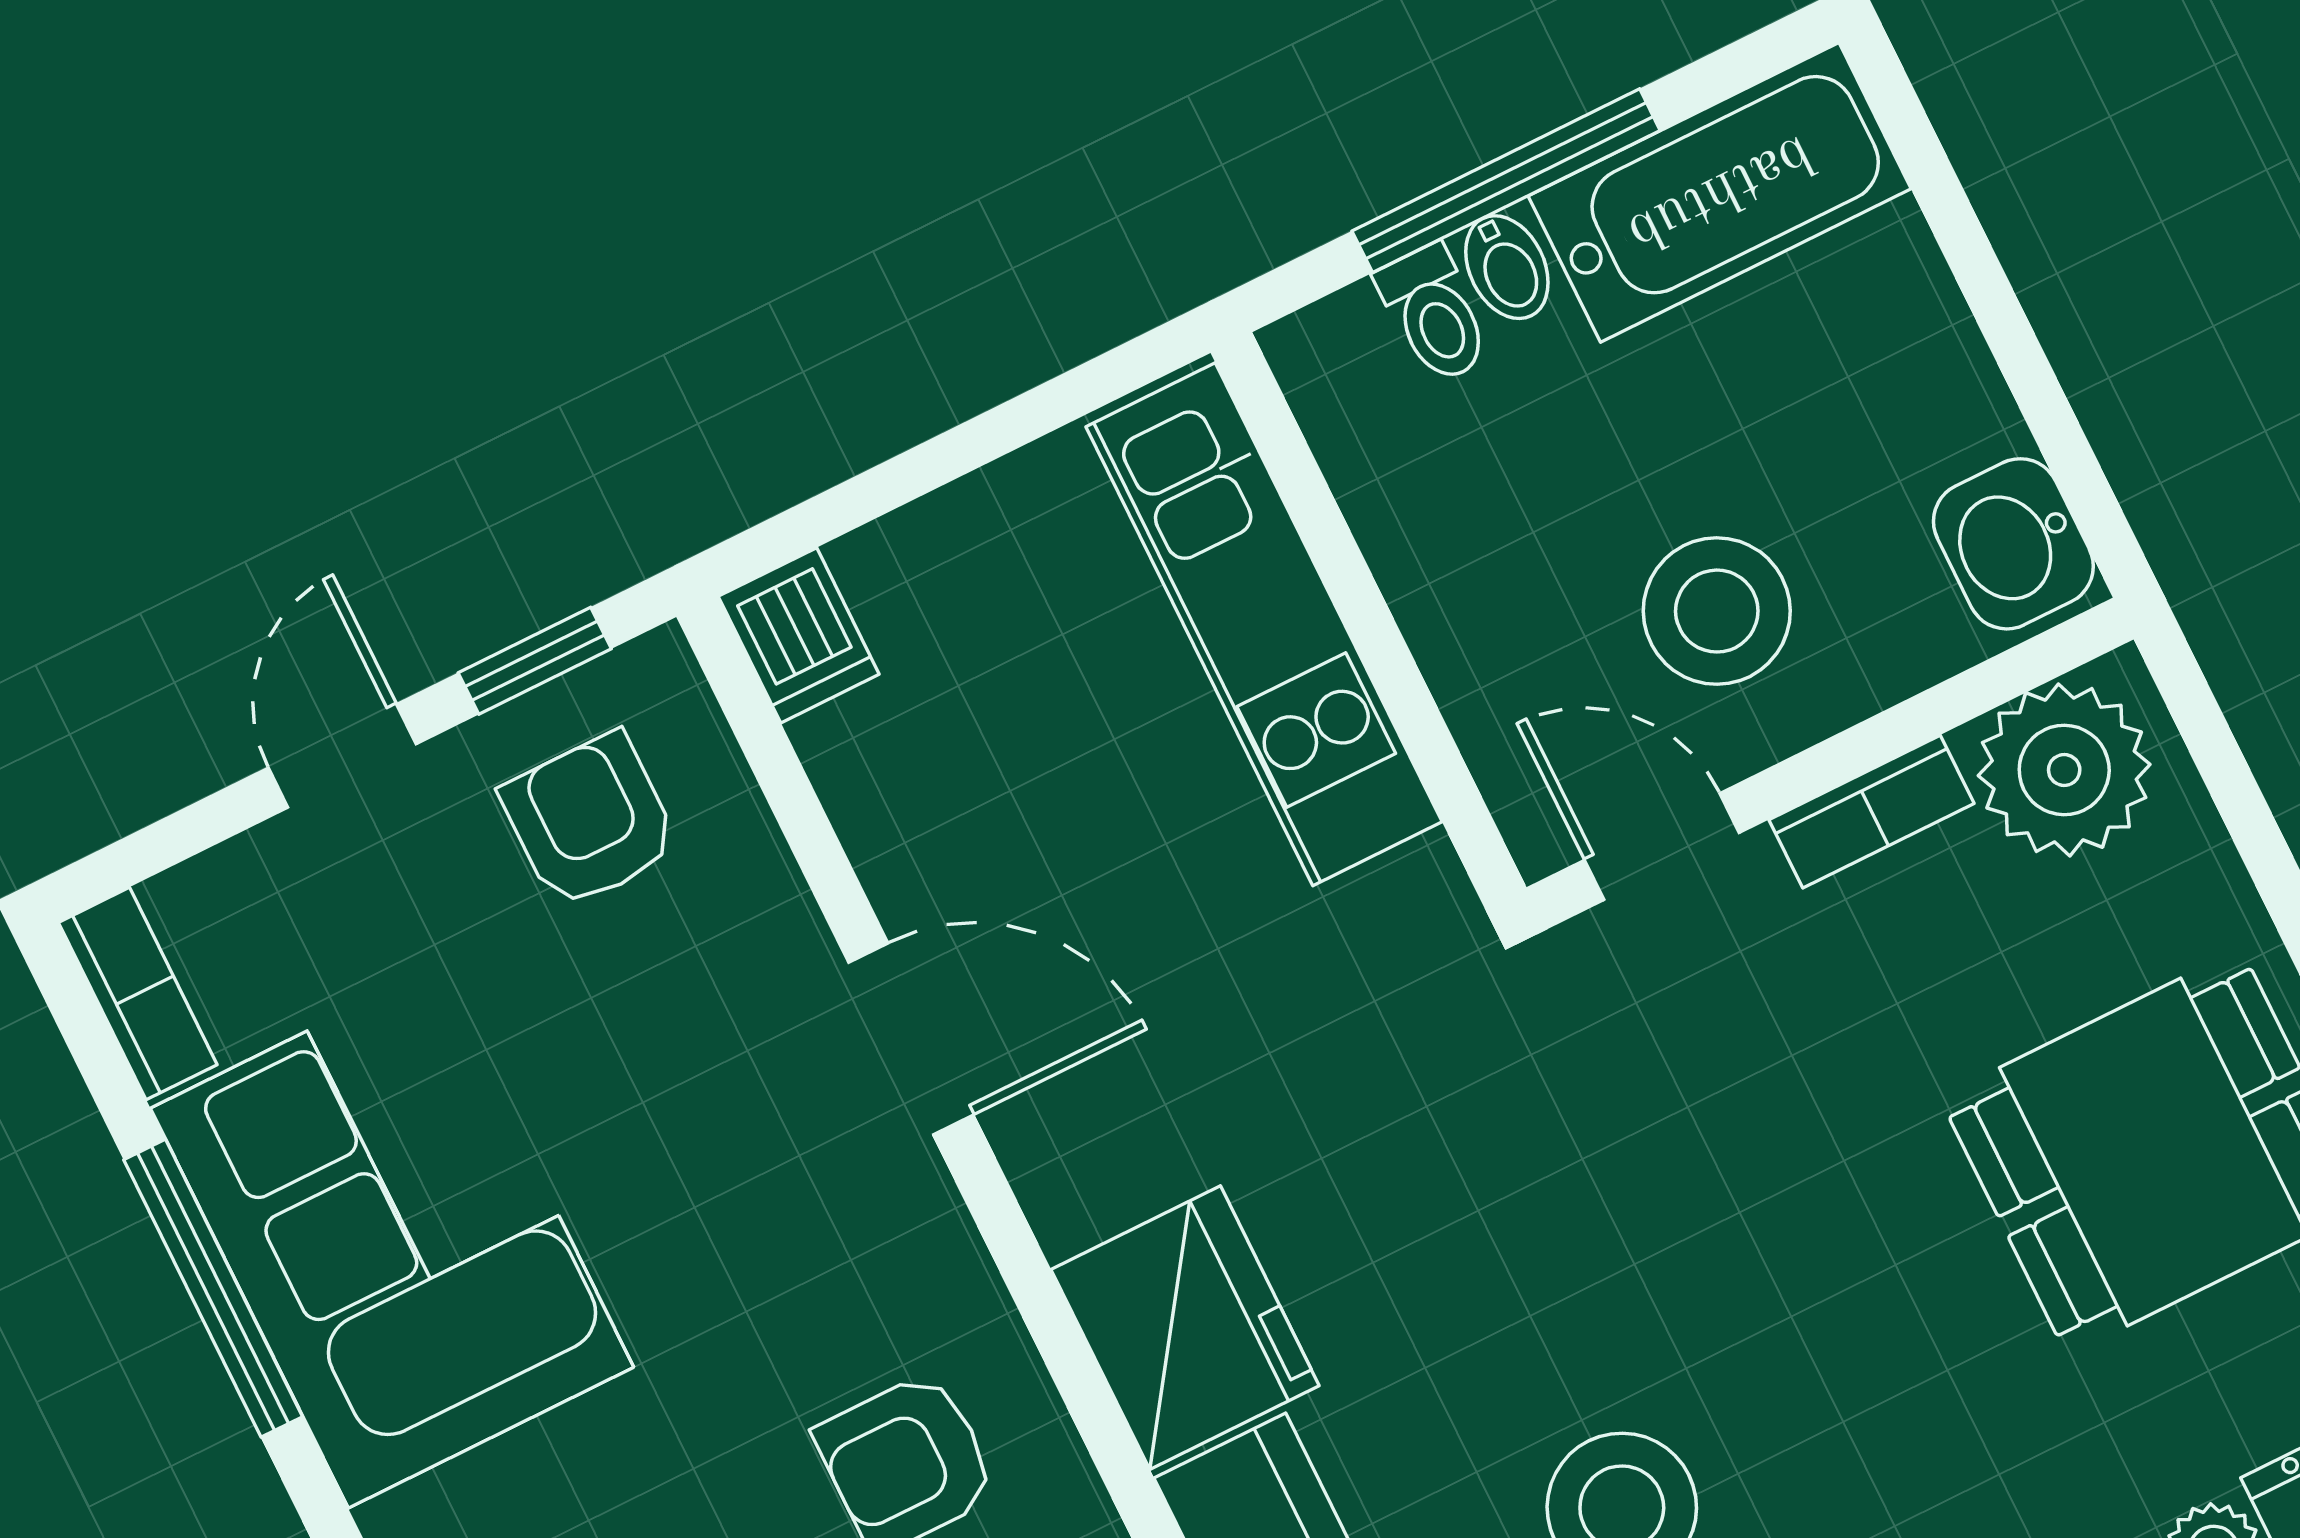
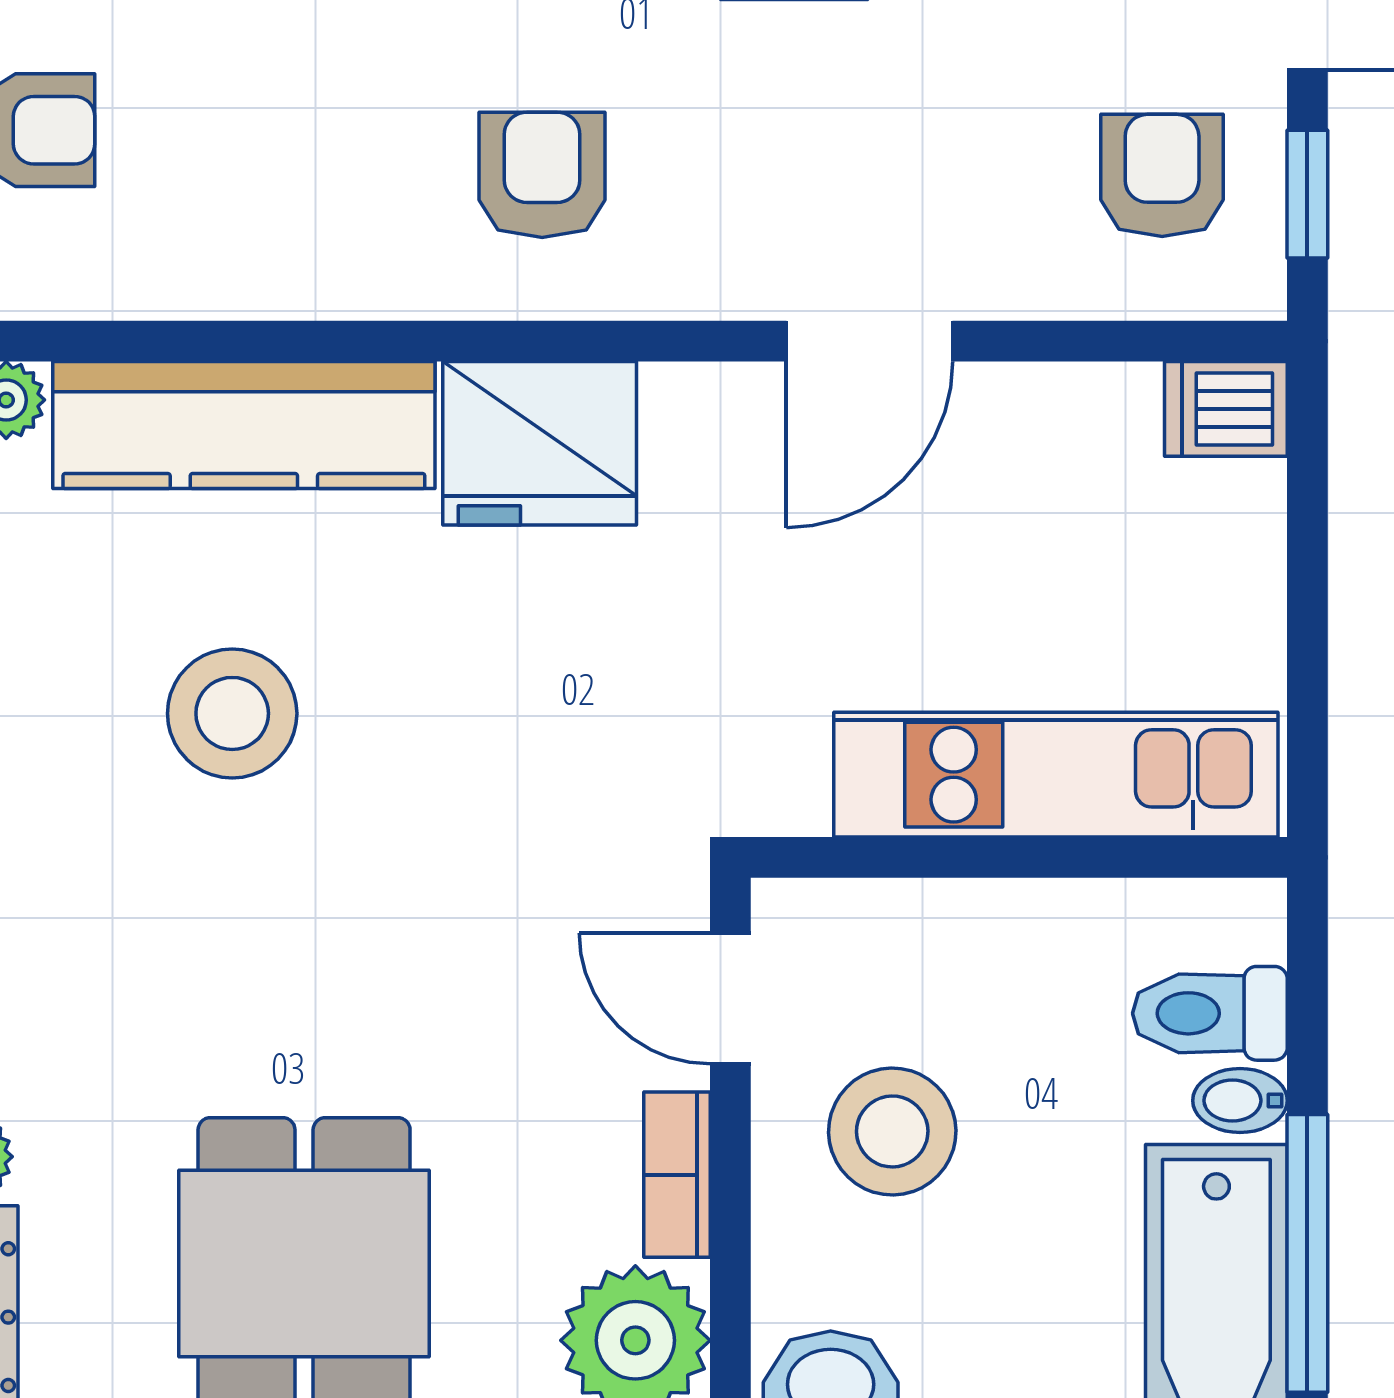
window: (1506, 181) -> (1307, 1253), moved
toilet: (1434, 314) -> (1210, 1013), width x1.37, depth x1.39
armchair: (590, 821) -> (1162, 175), turned -90
door: (1662, 846) -> (730, 998), swing flipped

